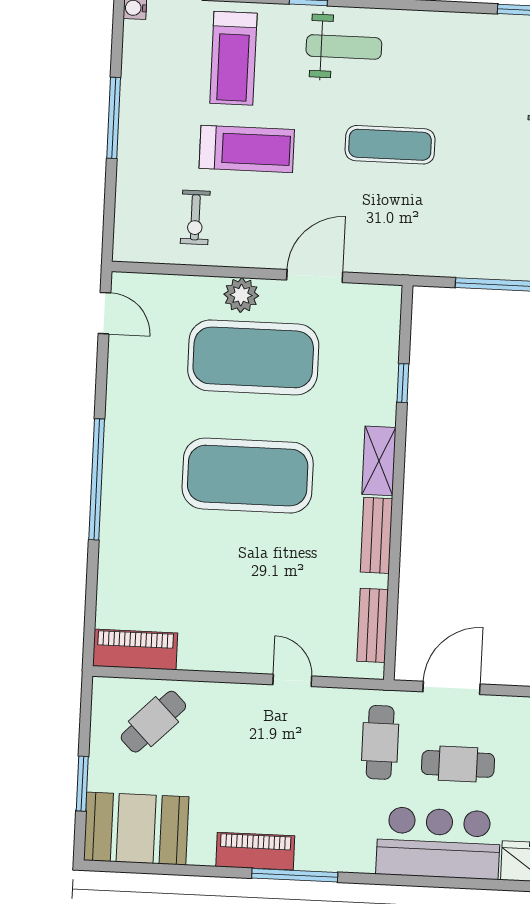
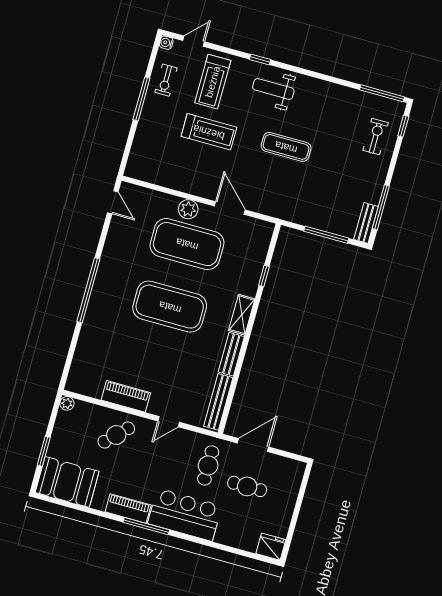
weight bench: (344, 47) -> (273, 89), turned 180
exercise bike: (195, 217) -> (166, 80), moved
door: (315, 276) -> (230, 208), hinge flipped
bench: (373, 625) -> (218, 402), width x1.36
piano: (135, 650) -> (126, 396), moved
door: (292, 680) -> (169, 422), swing flipped
plant: (104, 689) -> (67, 403), added
cafe table: (153, 722) -> (116, 435), moved
bar counter: (438, 843) -> (185, 515), moved

